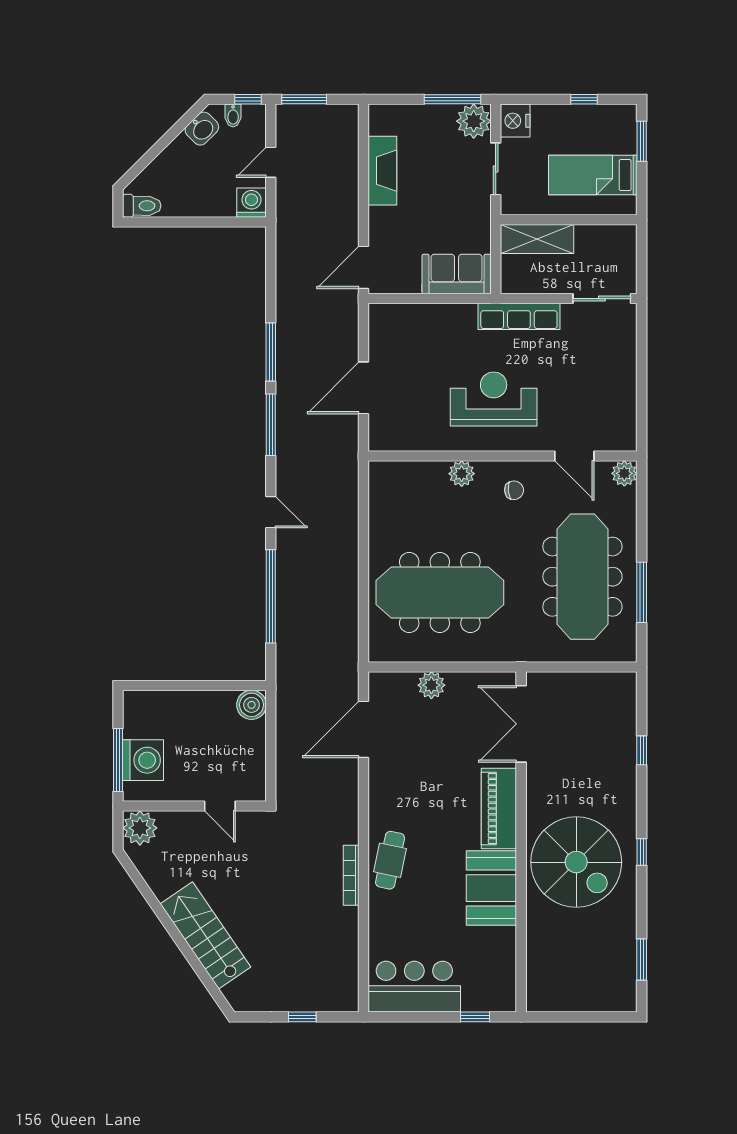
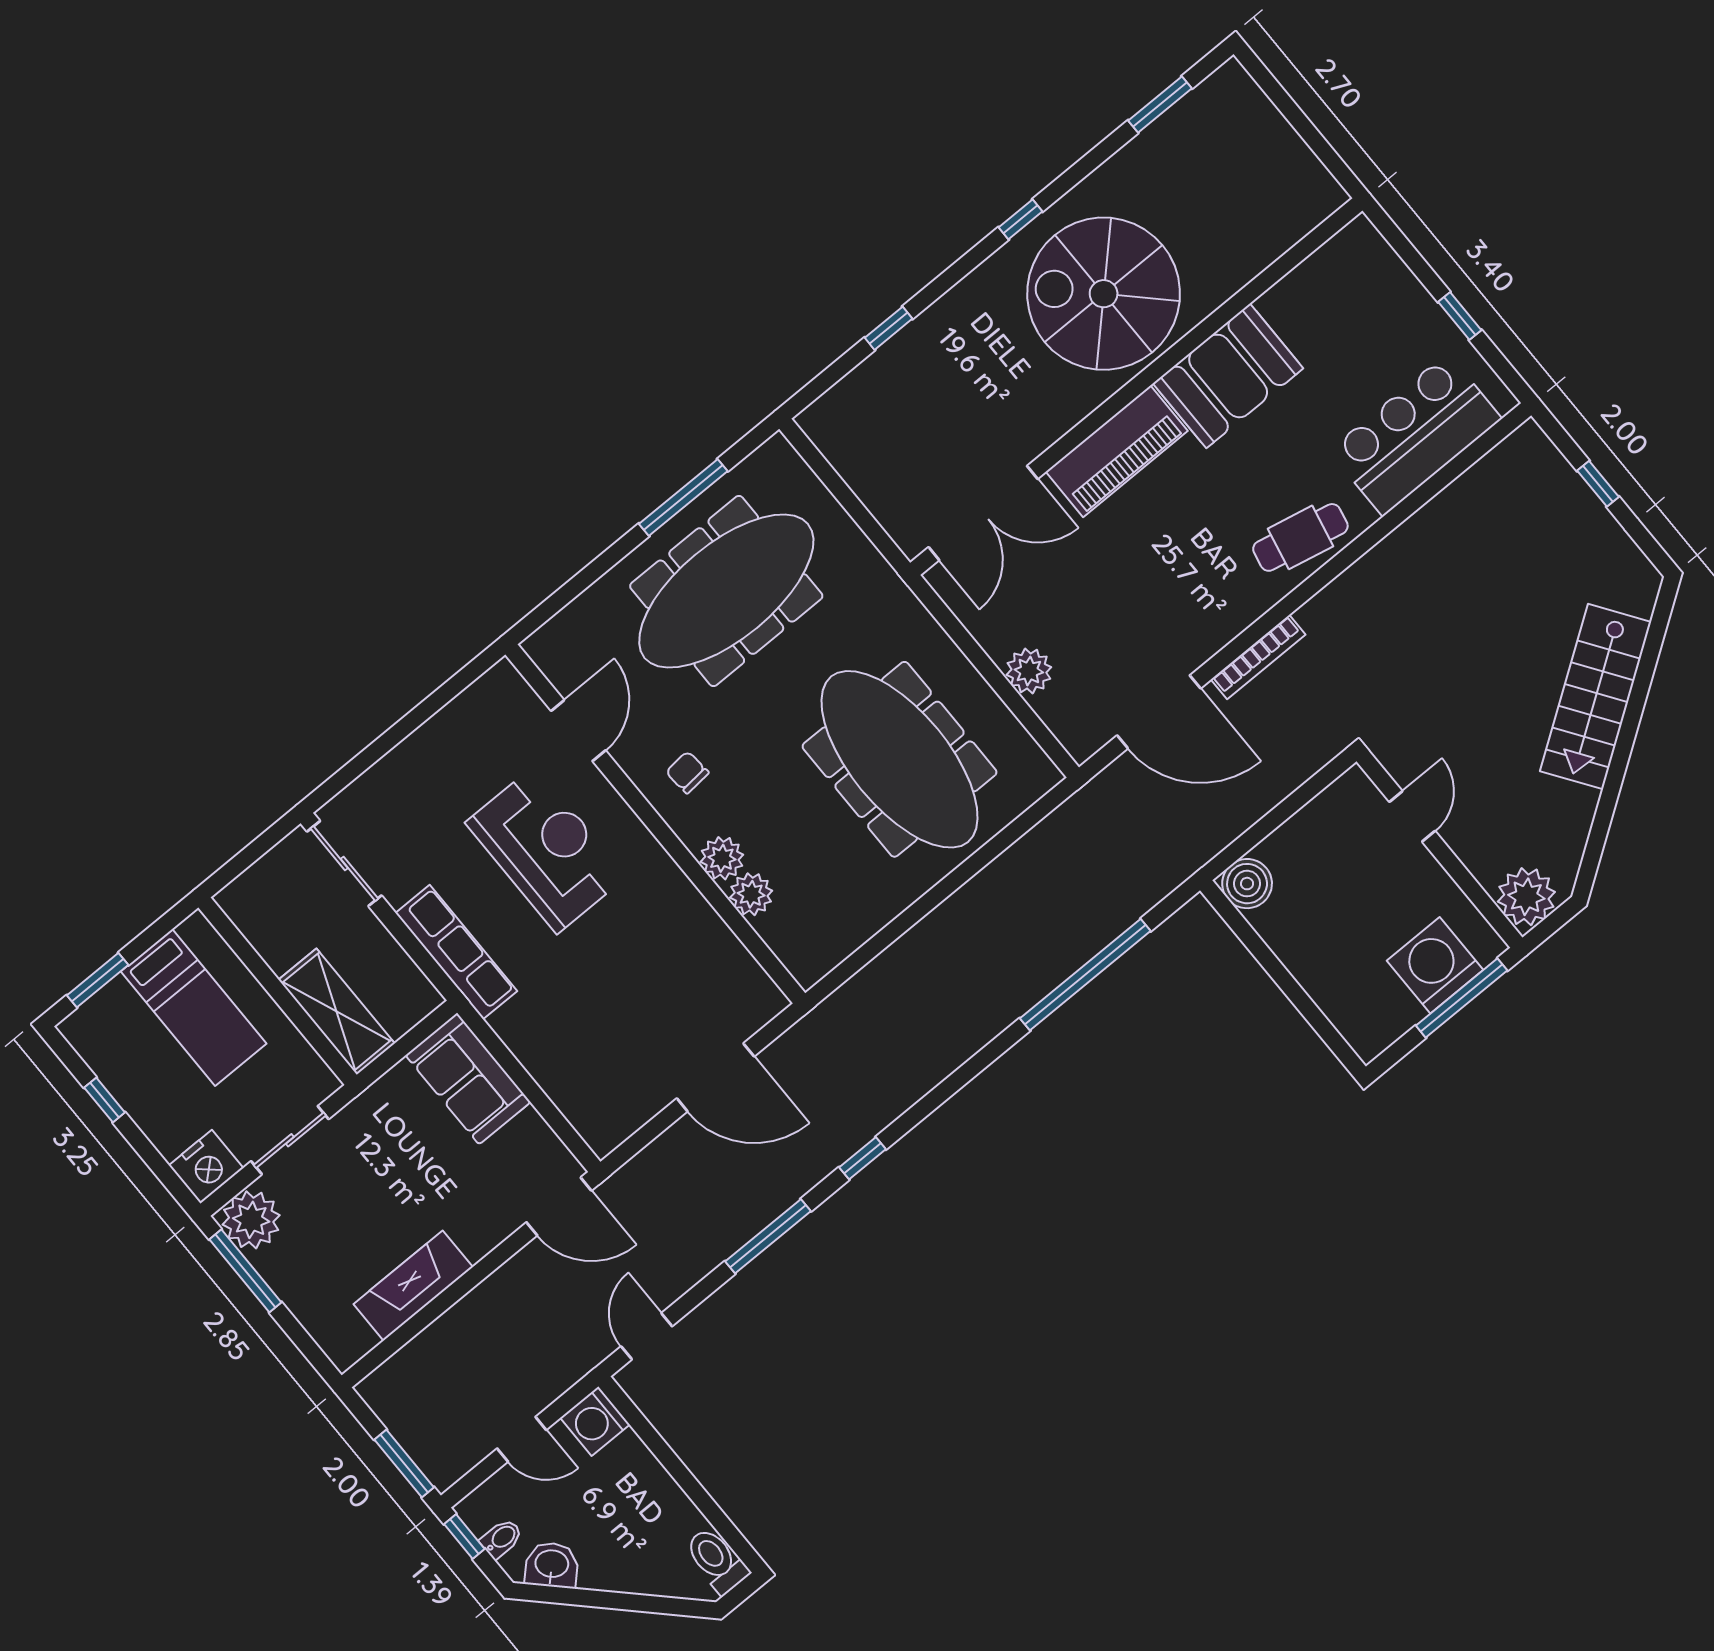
reception desk: (494, 399) -> (546, 850), moved, turned 180
window: (271, 425) -> (862, 1158), width x0.46
plant: (624, 473) -> (751, 894), moved
door: (271, 512) -> (647, 1336), moved
spiral stairs: (576, 862) -> (1104, 294), turned -90
bookcase: (351, 875) -> (1258, 657), moved
bar counter: (414, 987) -> (1415, 435), moved, turned 90
window: (475, 1017) -> (1460, 316), moved

